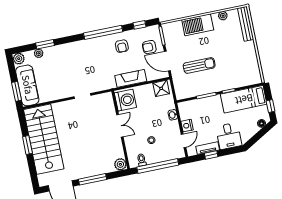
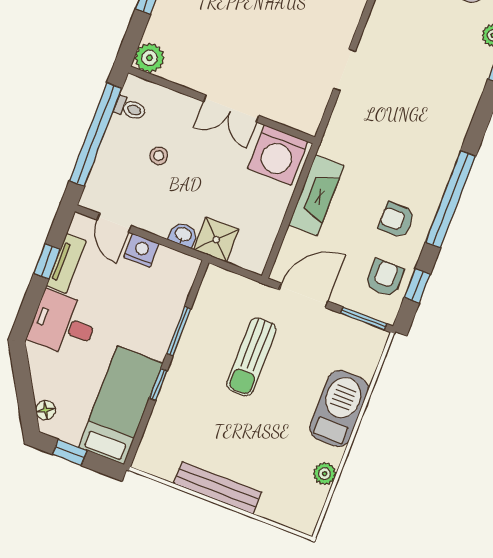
bench: (246, 24) -> (217, 488), moved
armchair: (149, 47) -> (385, 278), moved
shower: (161, 88) -> (216, 240), moved

